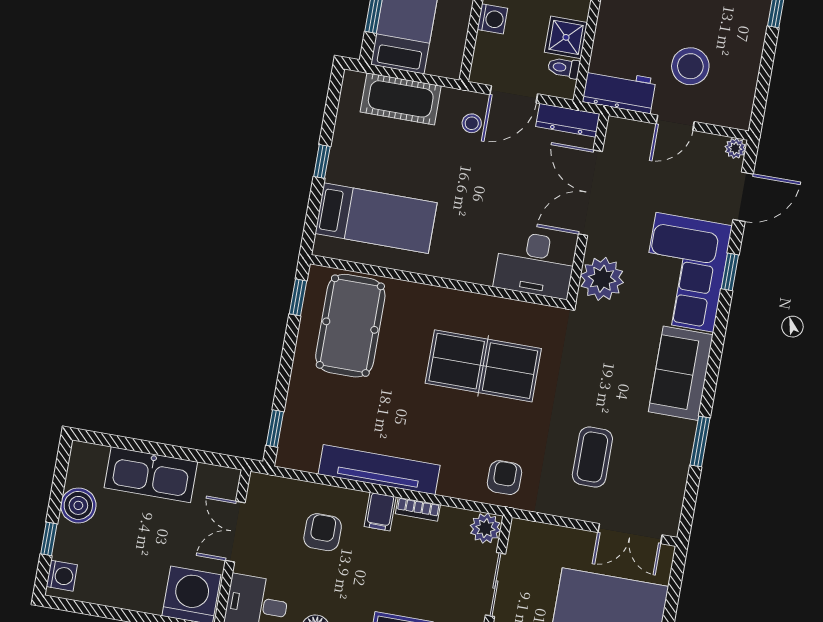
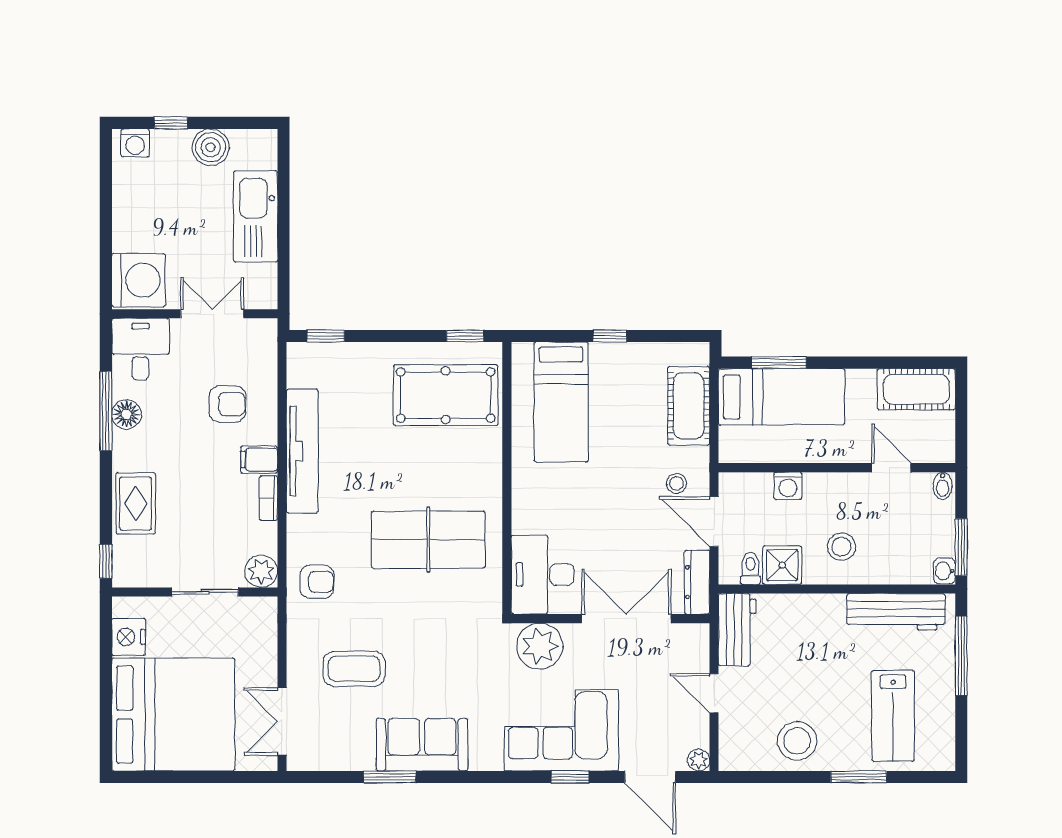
stool: (690, 66) -> (797, 741), moved
table tennis table: (483, 366) -> (428, 540), turned 90
sofa: (681, 373) -> (422, 745), moved

